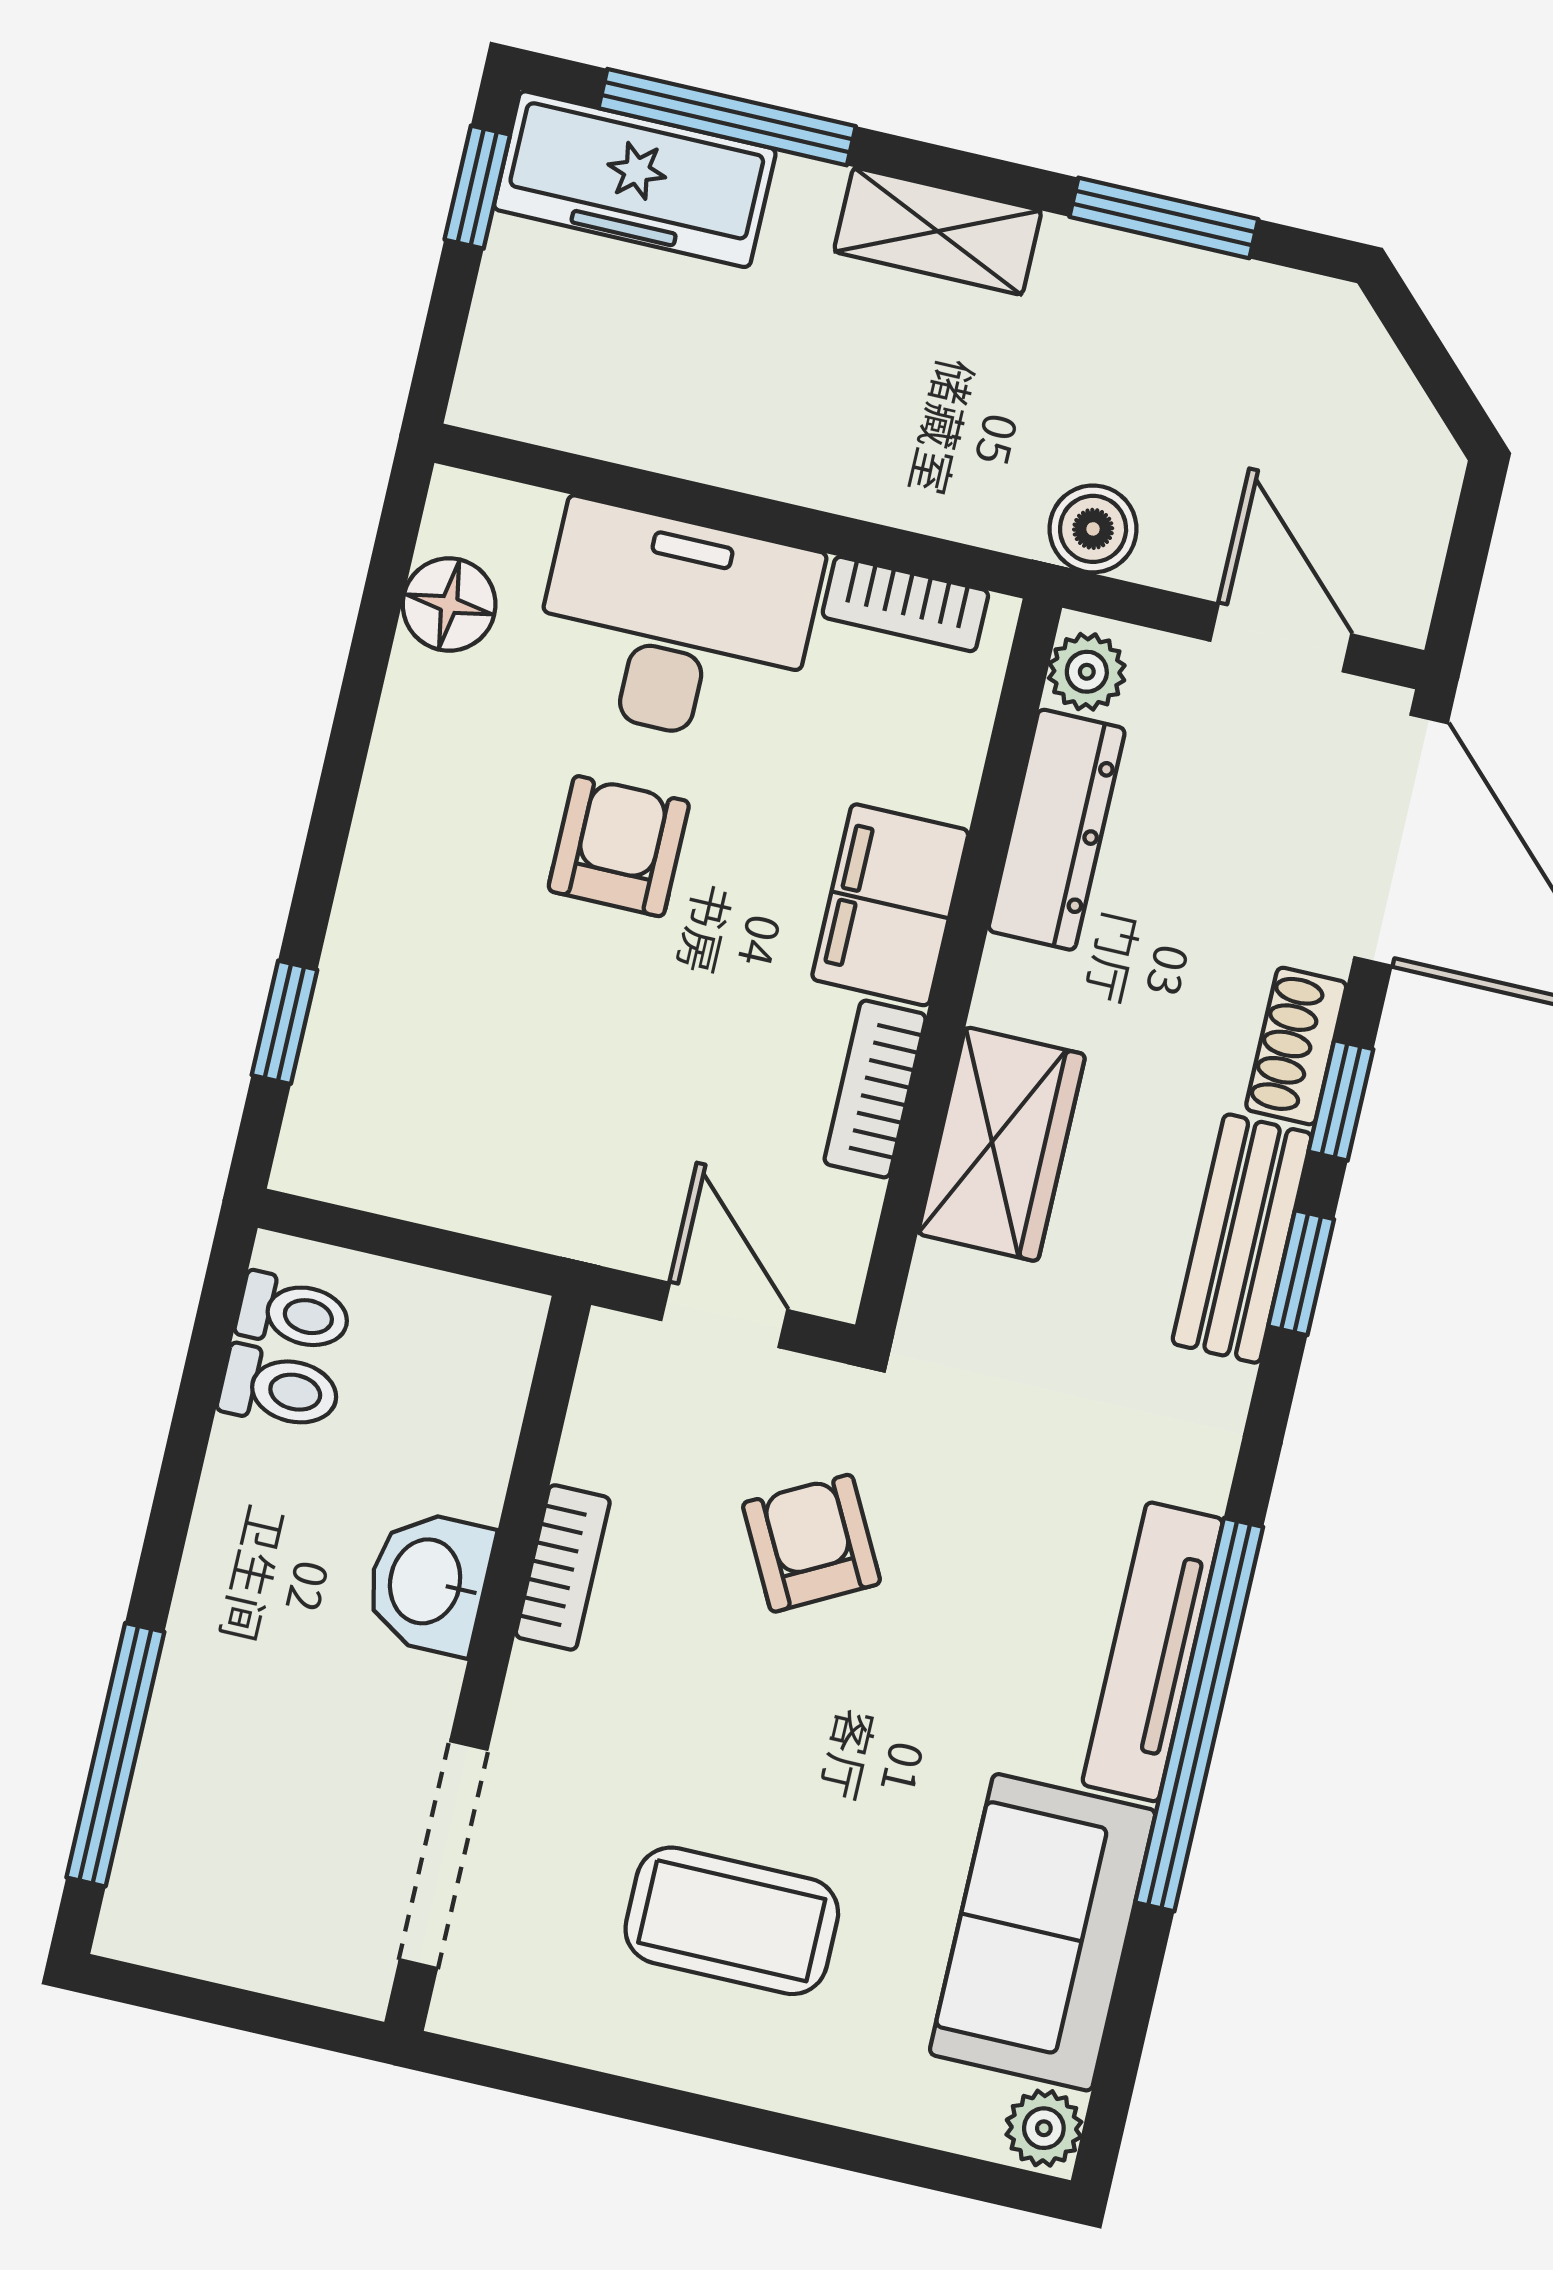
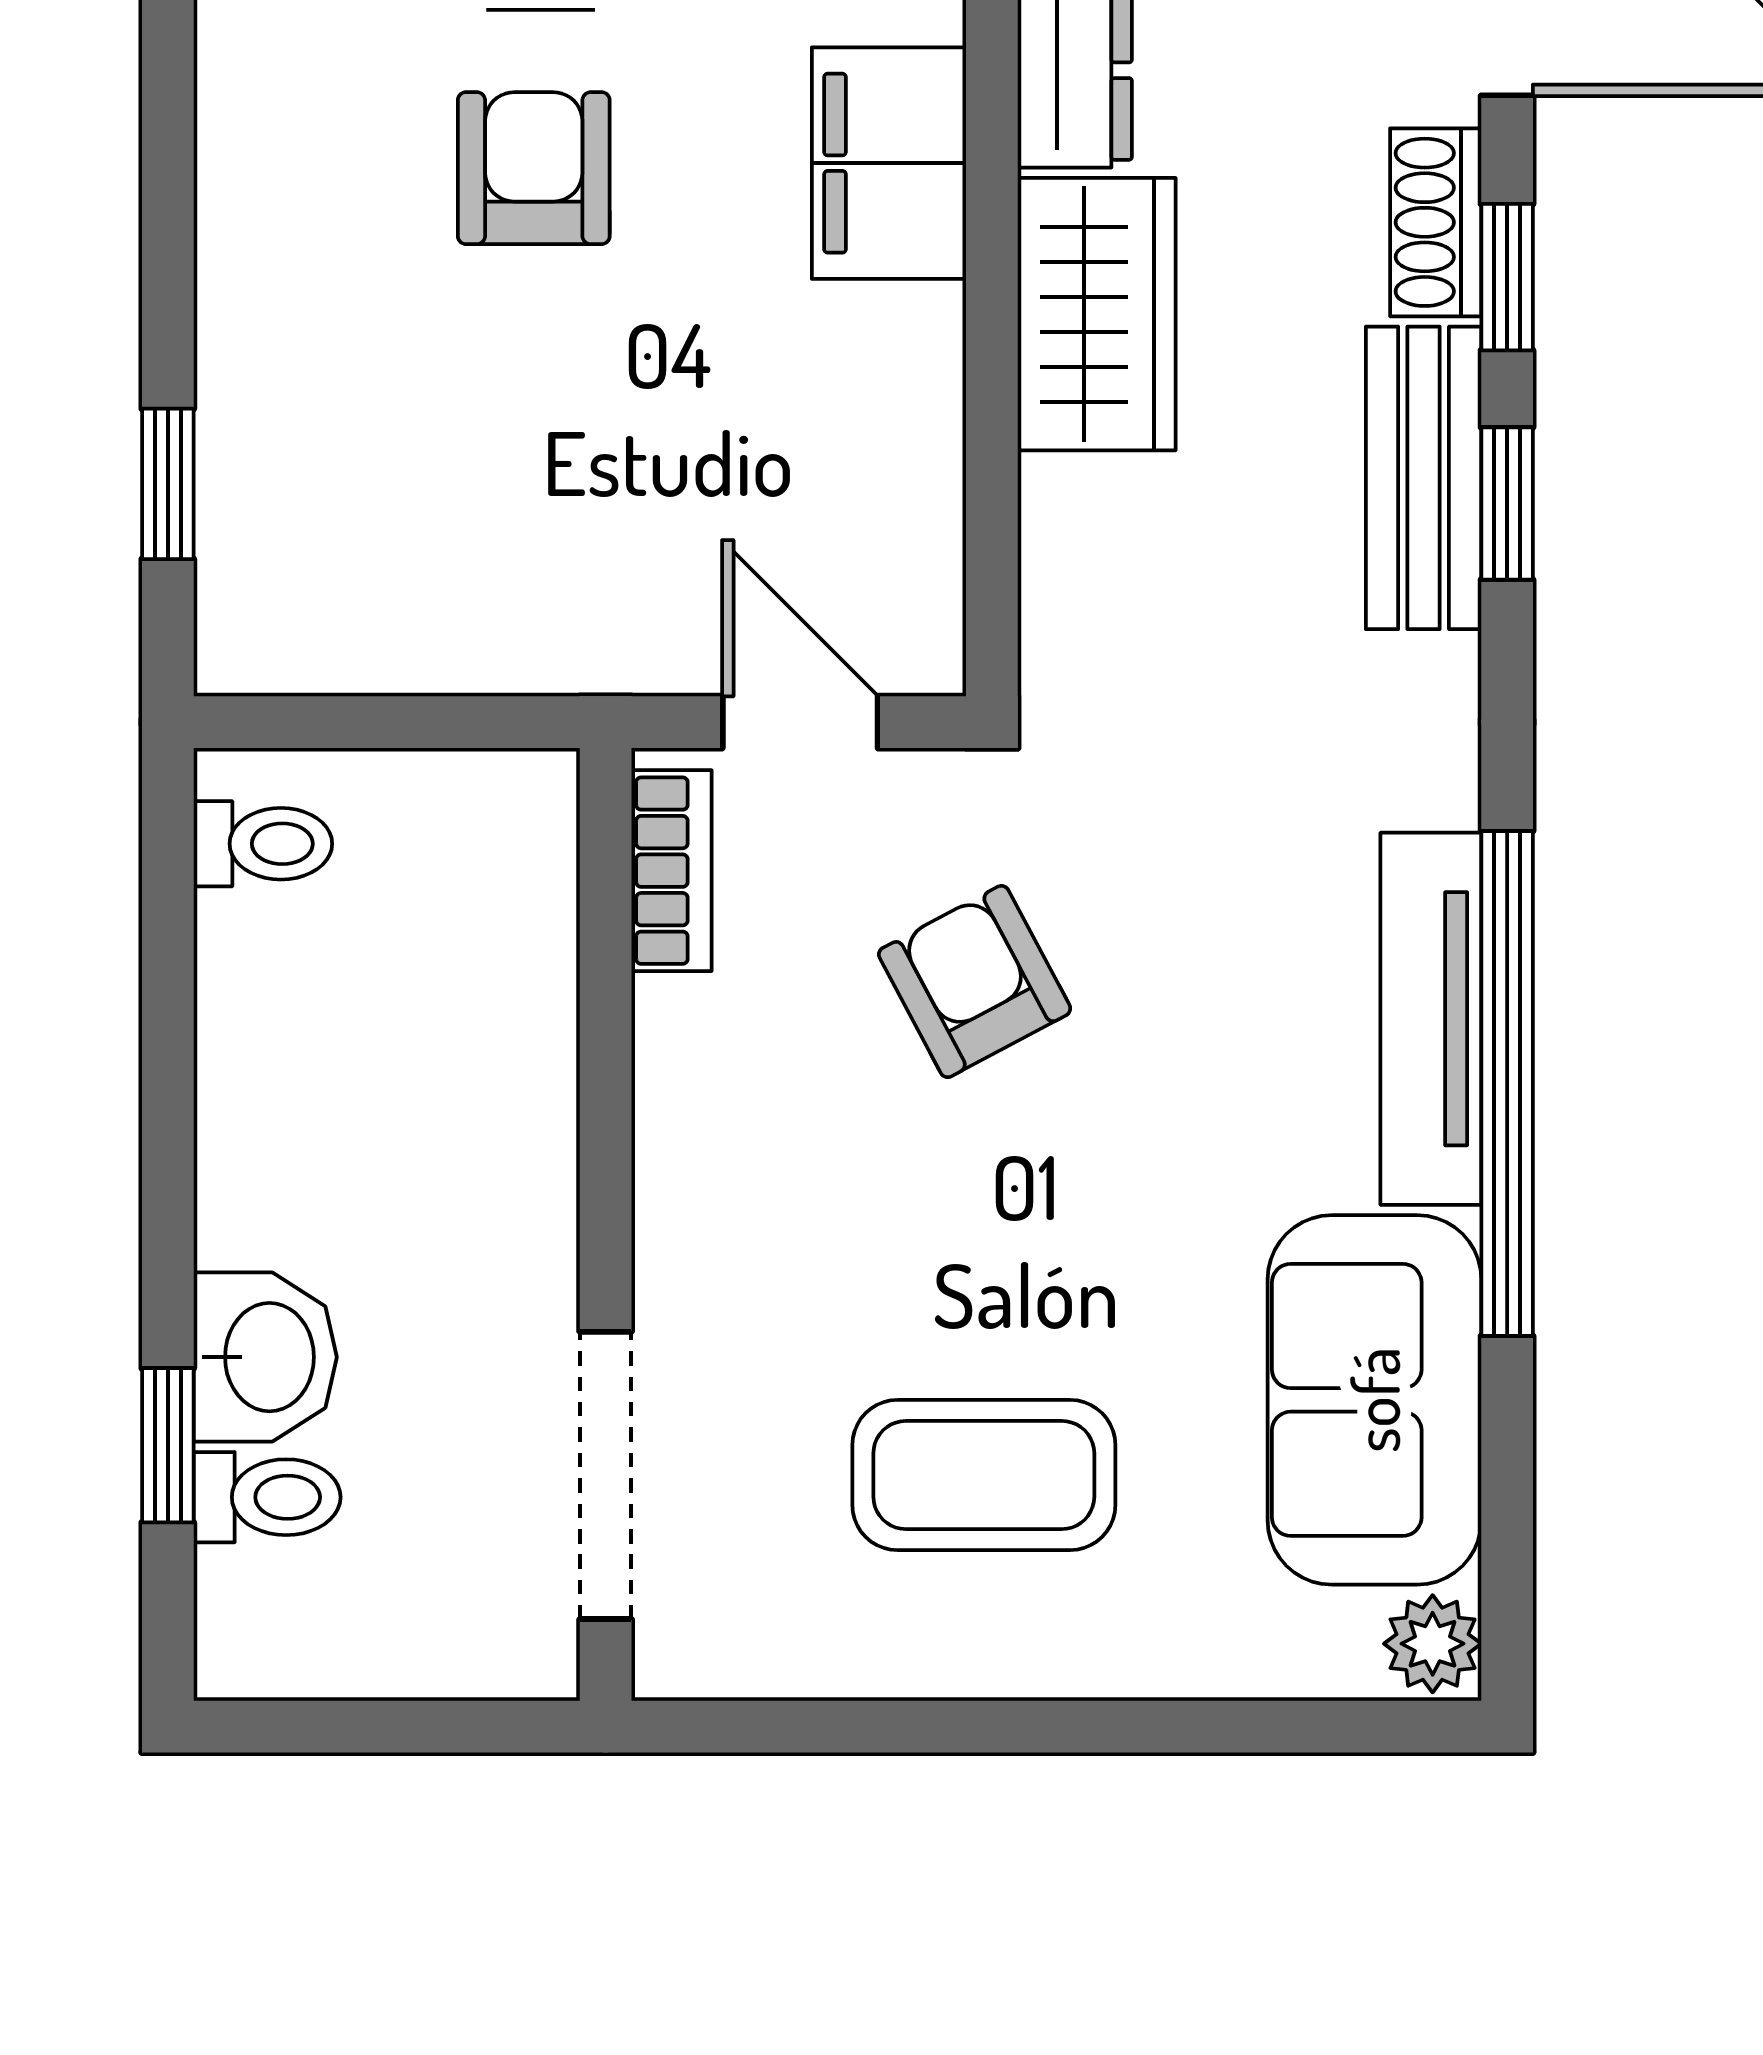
bookcase: (875, 1089) -> (923, 397), removed
wardrobe: (1002, 1144) -> (1097, 314), moved
toilet: (280, 1389) -> (267, 1497), moved
bookcase: (563, 1567) -> (672, 871), moved
washbasin: (428, 1582) -> (265, 1357), moved, turned 180
window: (115, 1755) -> (168, 1445), width x0.46

